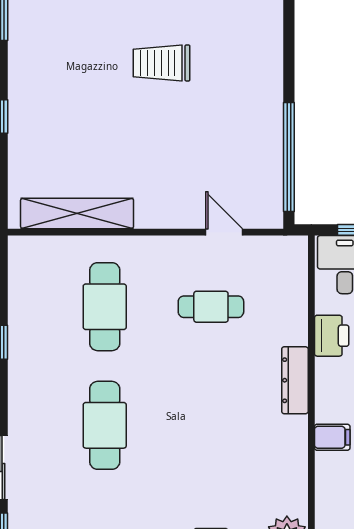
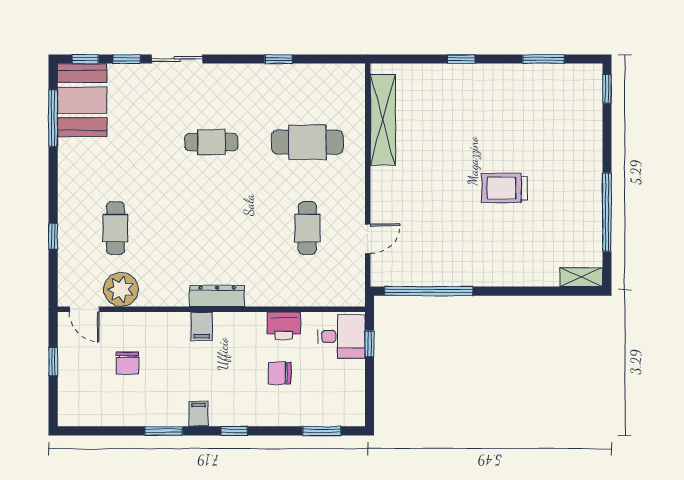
trolley: (162, 63) -> (505, 188), turned -90
dresser: (295, 380) -> (217, 296), moved
cafe table: (105, 425) -> (211, 142), width x0.73, depth x0.74

